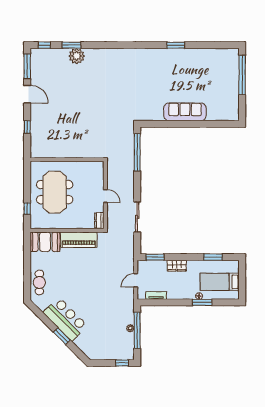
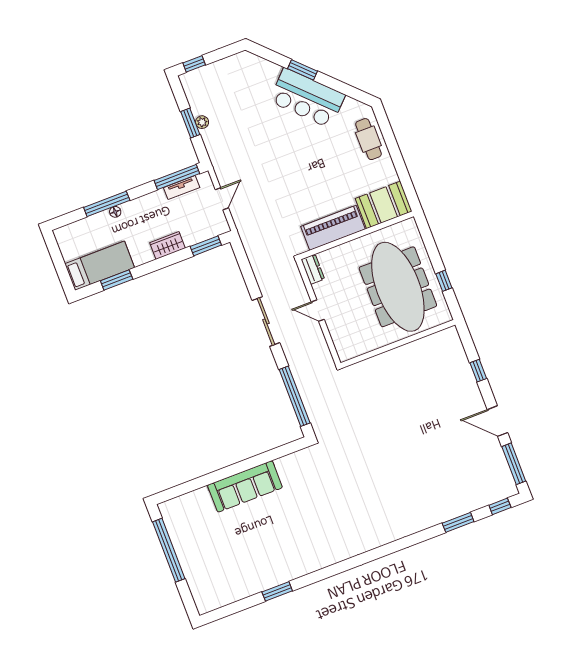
window: (176, 45) -> (277, 591), moved
plant: (77, 56) -> (444, 509), removed
window: (242, 75) -> (169, 550), moved
meeting table: (55, 192) -> (398, 287), width x1.36
window: (27, 209) -> (444, 281), moved
sliding door: (137, 217) -> (266, 321), moved
bed: (220, 282) -> (100, 266), moved
window: (157, 302) -> (177, 177), added
window: (202, 302) -> (107, 204), width x1.44
window: (137, 330) -> (190, 123), width x0.47

